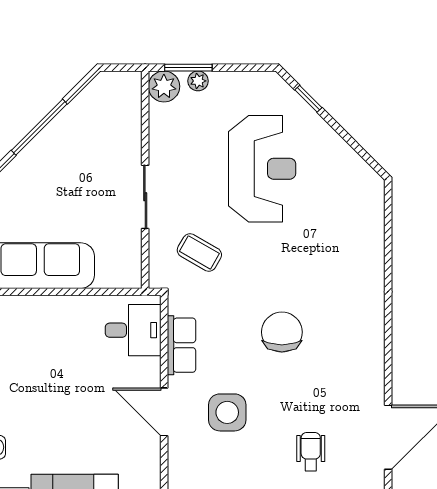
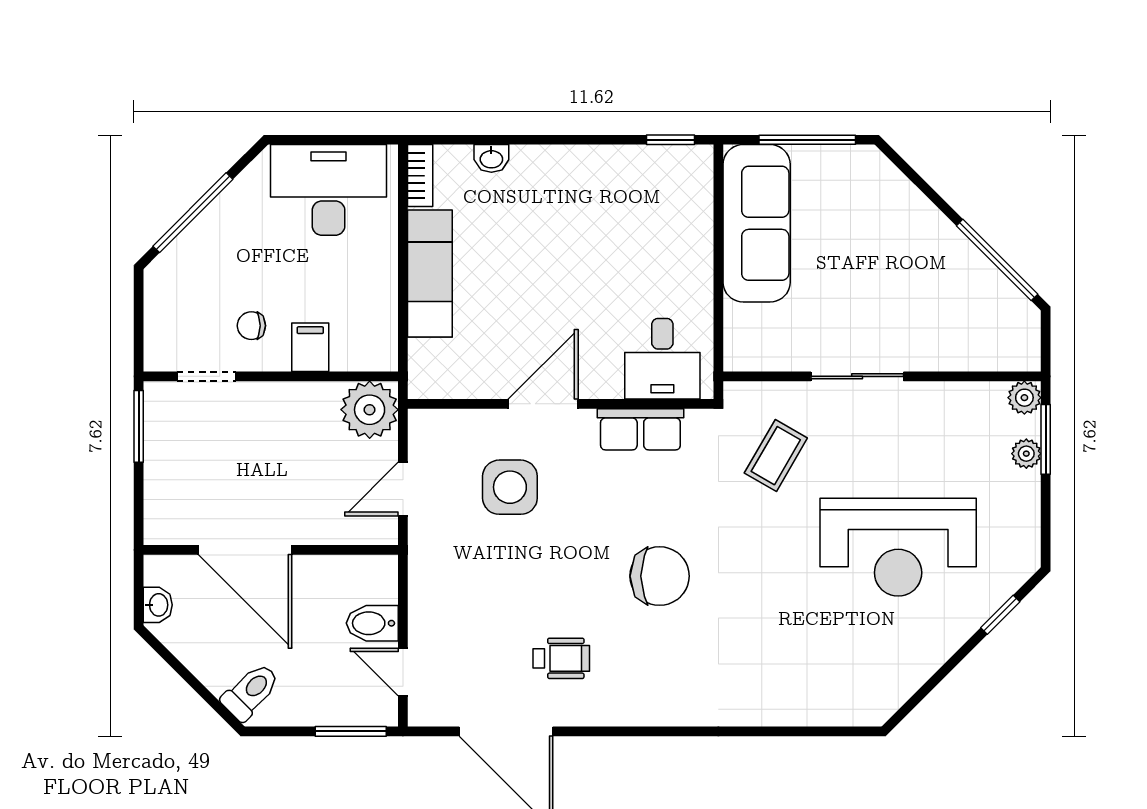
plant: (164, 86) -> (1024, 398), width x0.73, depth x0.73
window: (39, 127) -> (997, 260), moved
side table: (227, 412) -> (510, 487), moved
wheelchair: (311, 452) -> (561, 658), moved

